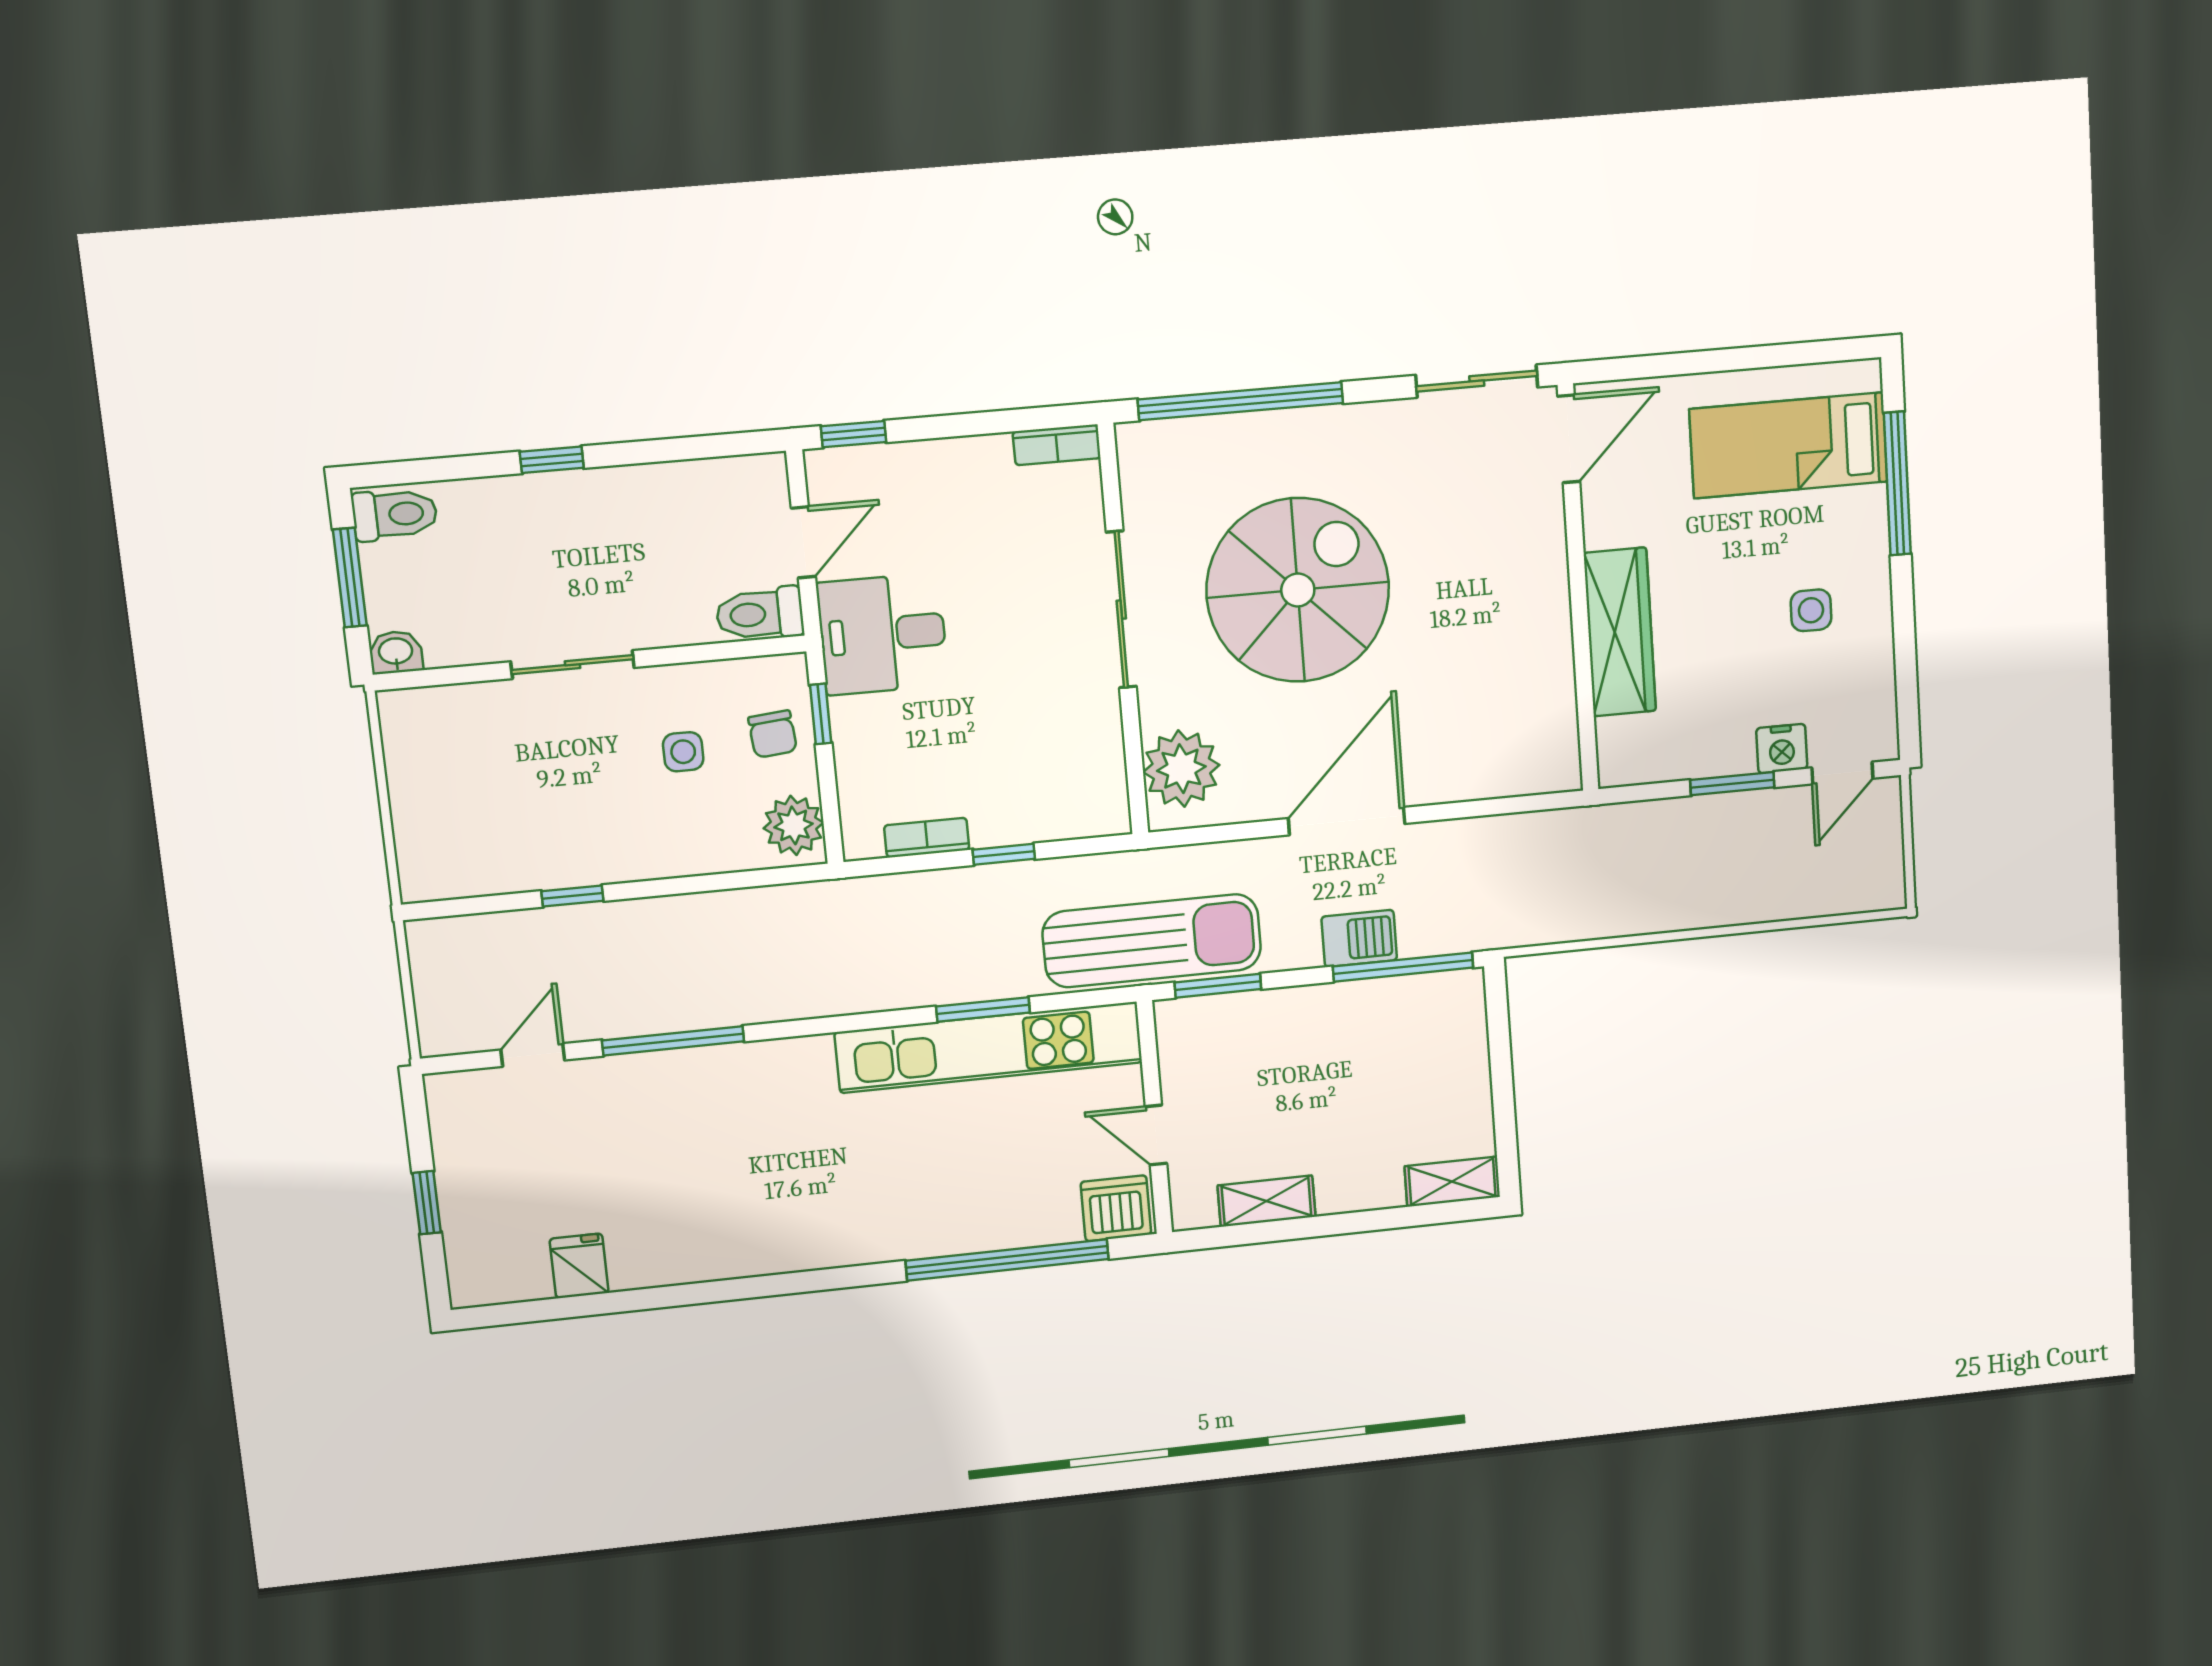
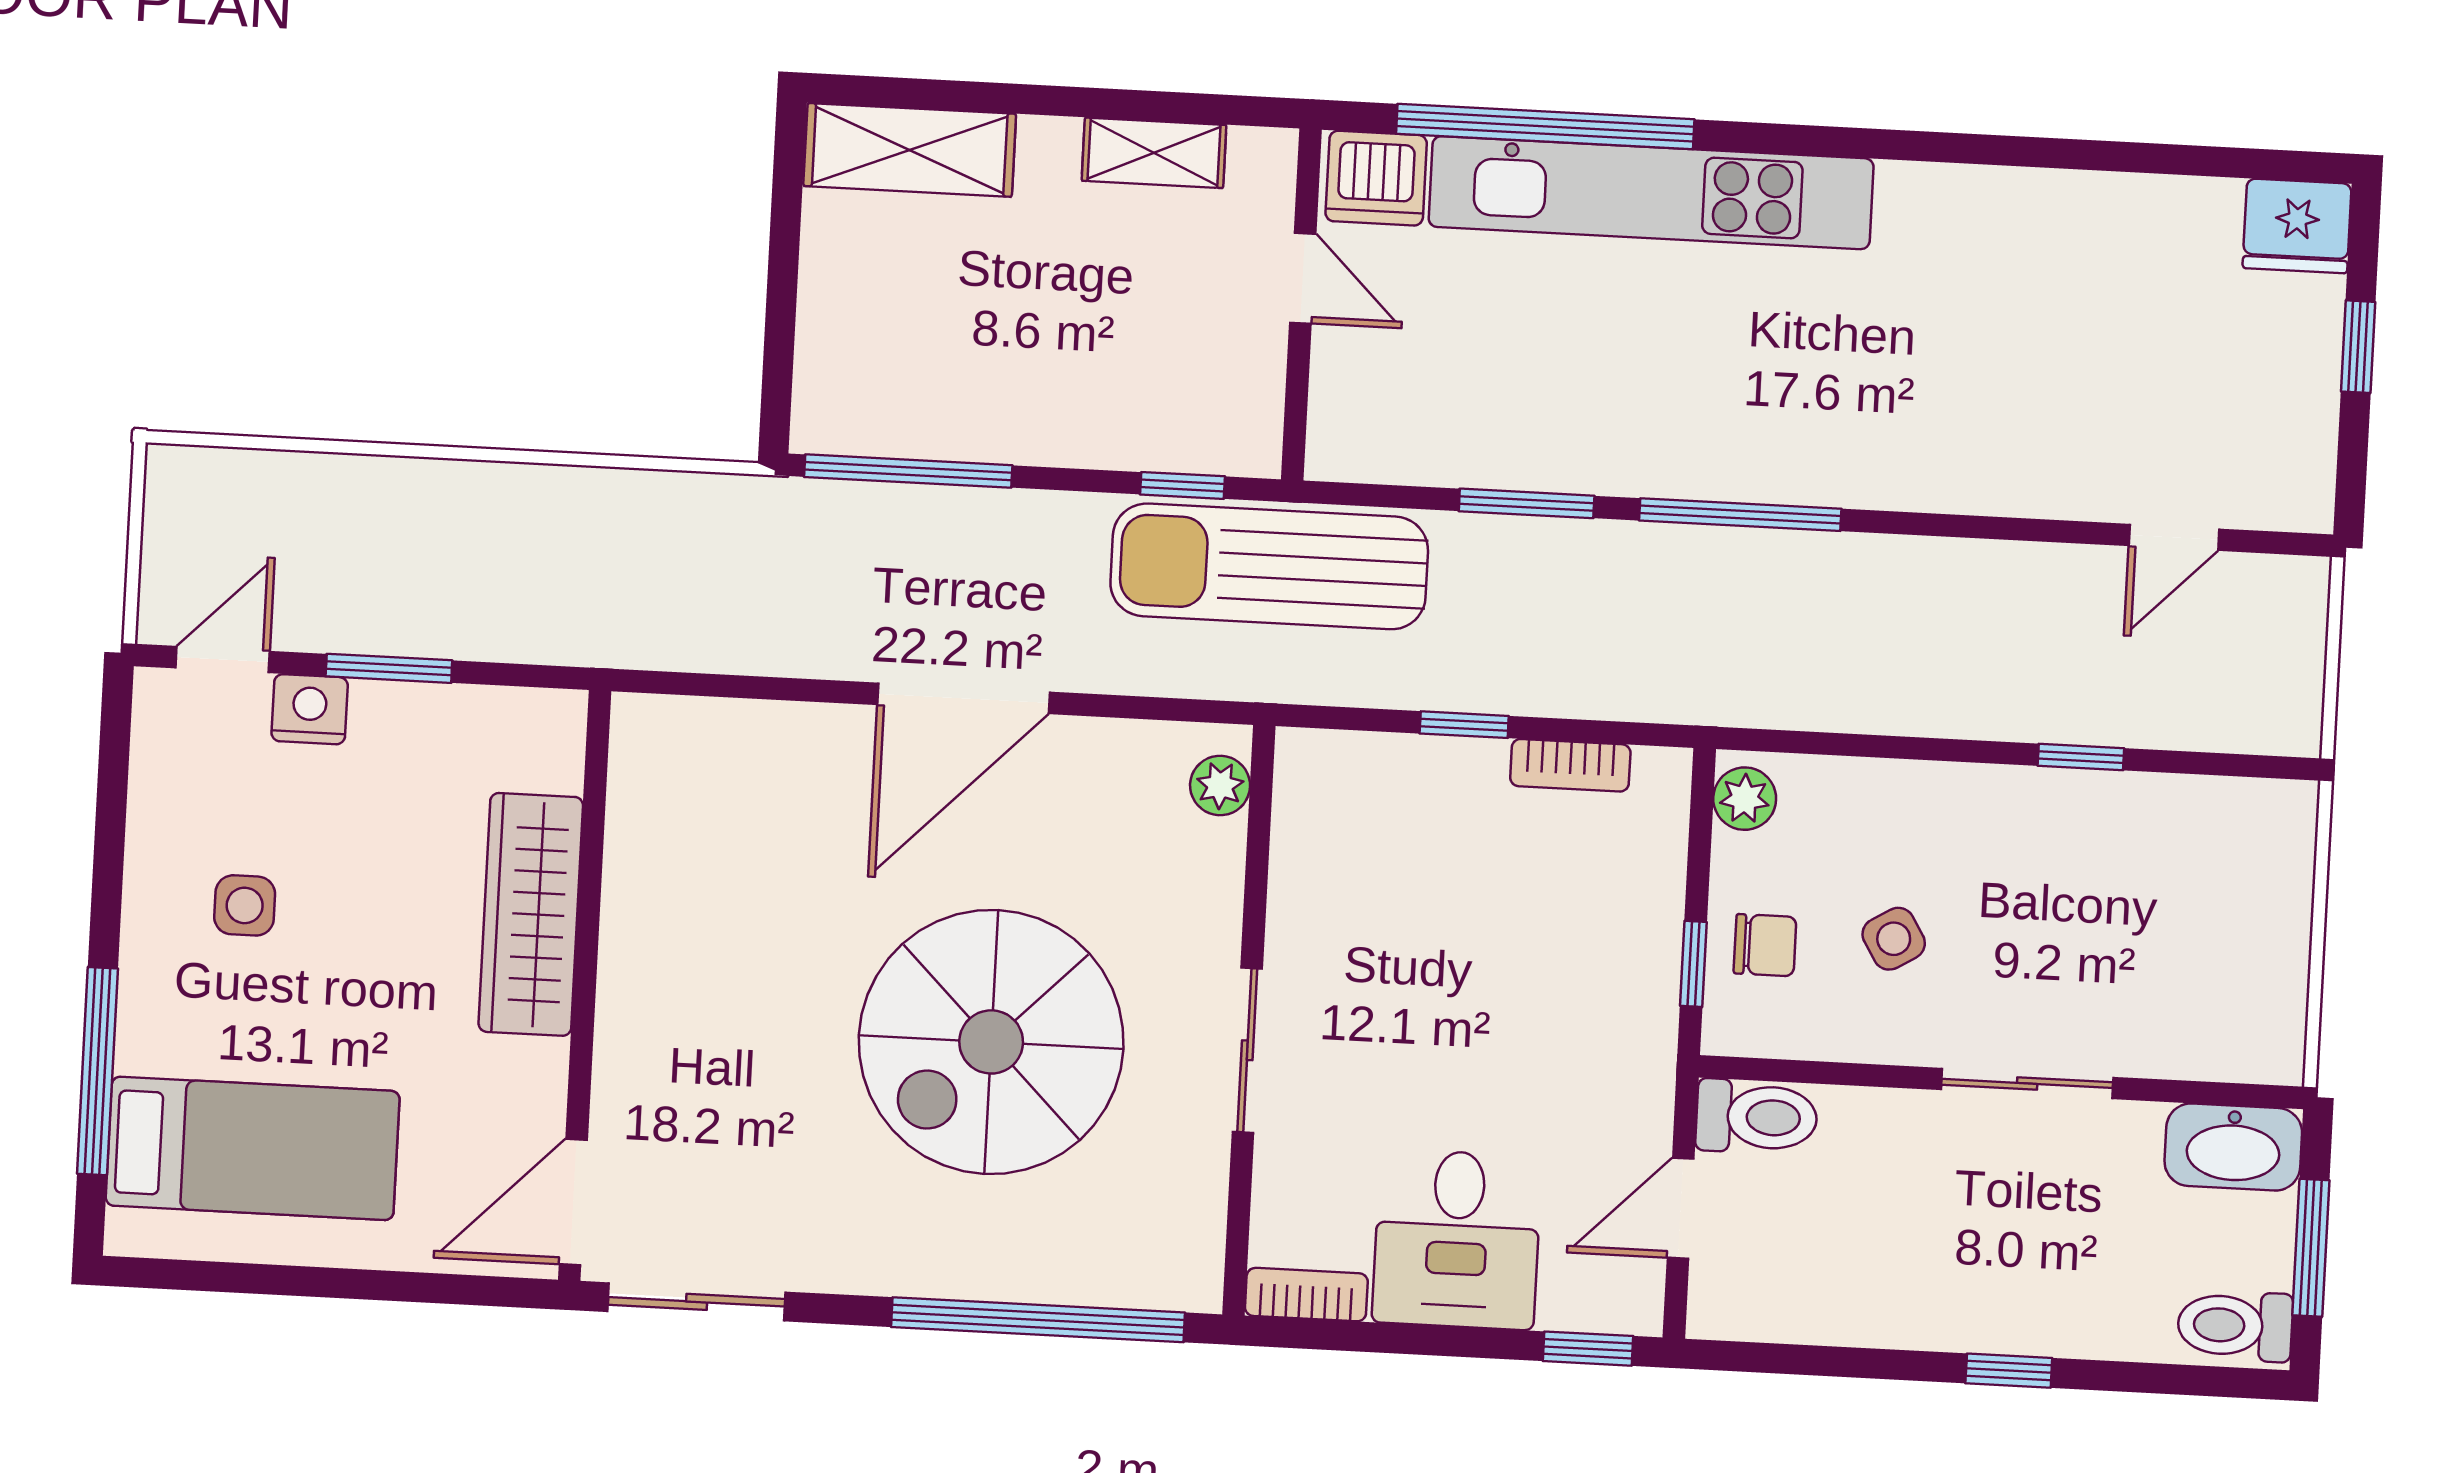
sliding door: (1121, 610) -> (1247, 1050), width x0.73
desk: (883, 634) -> (1457, 1239), moved, turned 90
washbasin: (396, 652) -> (2233, 1147), width x1.91, depth x1.45
chair: (773, 734) -> (1765, 945), turned 95
side table: (683, 752) -> (1894, 939), turned -31
plant: (1181, 769) -> (1220, 785), width x0.53, depth x0.53
plant: (794, 825) -> (1745, 799), width x0.73, depth x0.73
barbecue: (1359, 938) -> (967, 523), removed
window: (1218, 986) -> (1183, 485), width x0.67
window: (673, 1041) -> (1740, 515), moved
kitchen unit: (989, 1047) -> (1651, 193), moved, turned 180
shelving: (1452, 1182) -> (910, 150), width x1.50, depth x1.33
fridge: (579, 1266) -> (2297, 226), moved, width x1.38

